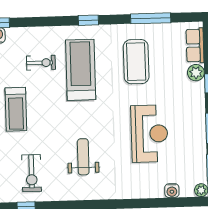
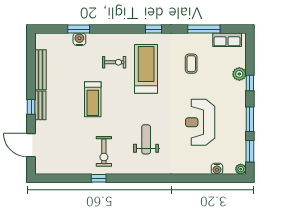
row of seats: (195, 45) -> (227, 40), moved, turned -90
coffee table: (136, 62) -> (191, 64), width x0.54, depth x0.58
reception desk: (149, 134) -> (200, 122), turned 180

